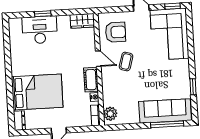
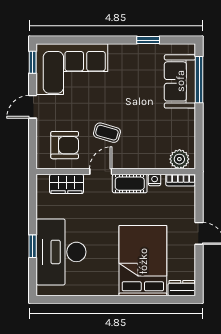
wardrobe: (82, 21) -> (67, 184), moved, turned 90
desk: (40, 30) -> (61, 252), width x1.36, depth x1.30
armchair: (116, 32) -> (65, 145), turned 90
sofa: (165, 111) -> (180, 81), width x0.73

